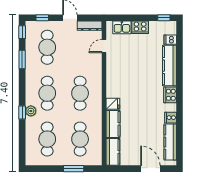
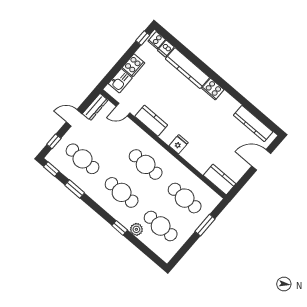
door: (104, 46) -> (123, 110), hinge flipped
plant: (31, 111) -> (136, 229), moved
cooker: (171, 118) -> (157, 40), moved
kitchen counter: (113, 124) -> (151, 121), moved

